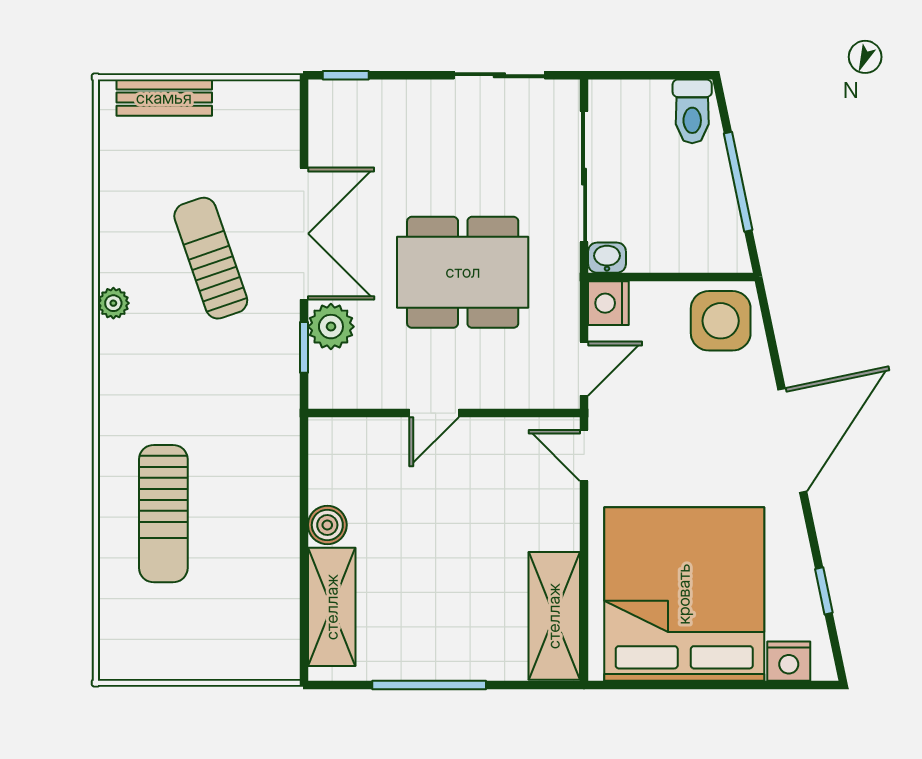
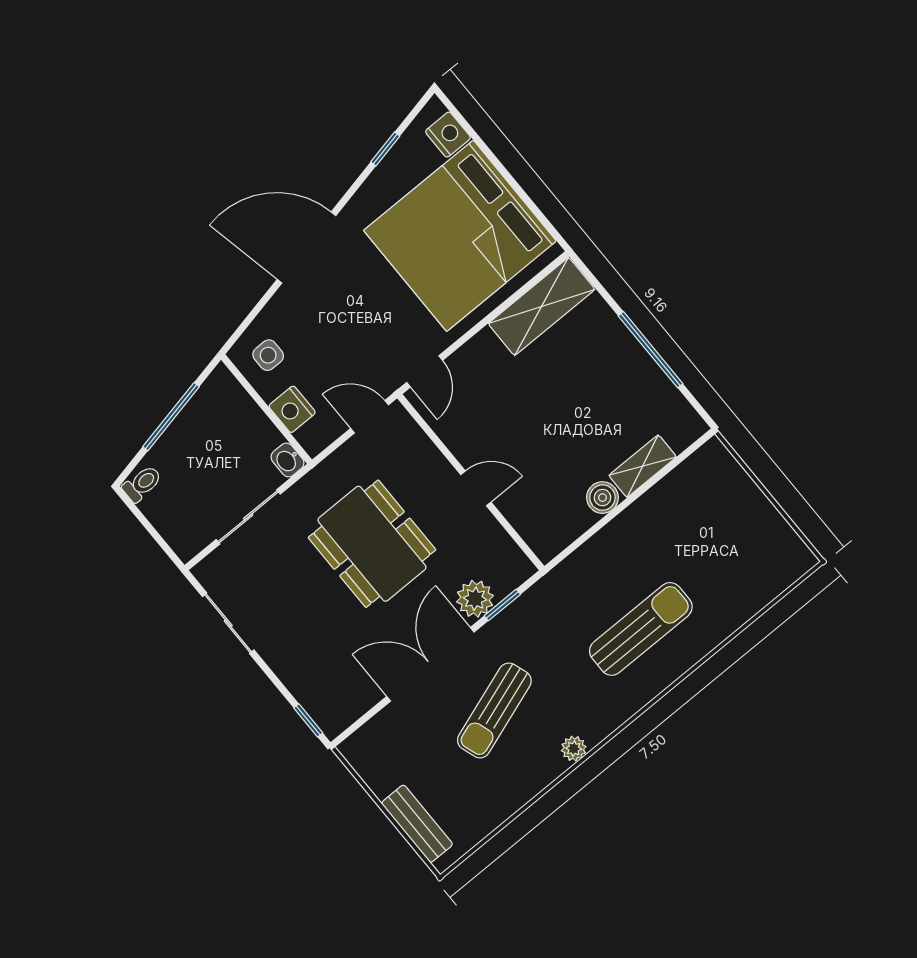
toilet: (692, 111) -> (142, 484), width x0.73, depth x0.72
sliding door: (584, 177) -> (248, 517), width x0.73
nightstand: (608, 303) -> (292, 409), moved, turned 90
side table: (721, 321) -> (268, 355), width x0.54, depth x0.54
sun lounger: (163, 514) -> (641, 629), moved
shelving: (332, 607) -> (643, 466), width x0.67, depth x0.75

